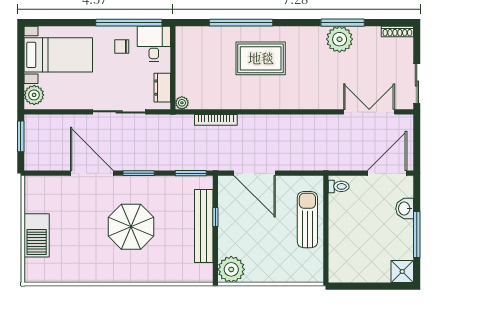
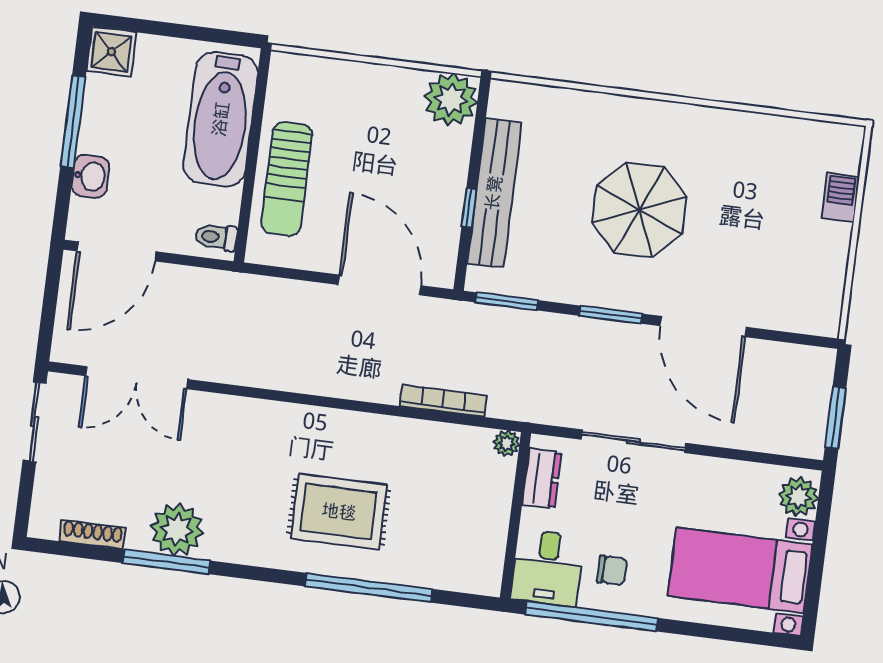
shoe rack: (397, 31) -> (93, 534), moved
barbecue: (37, 235) -> (840, 197), width x0.53, depth x0.65
bathtub: (344, 245) -> (221, 119), added

